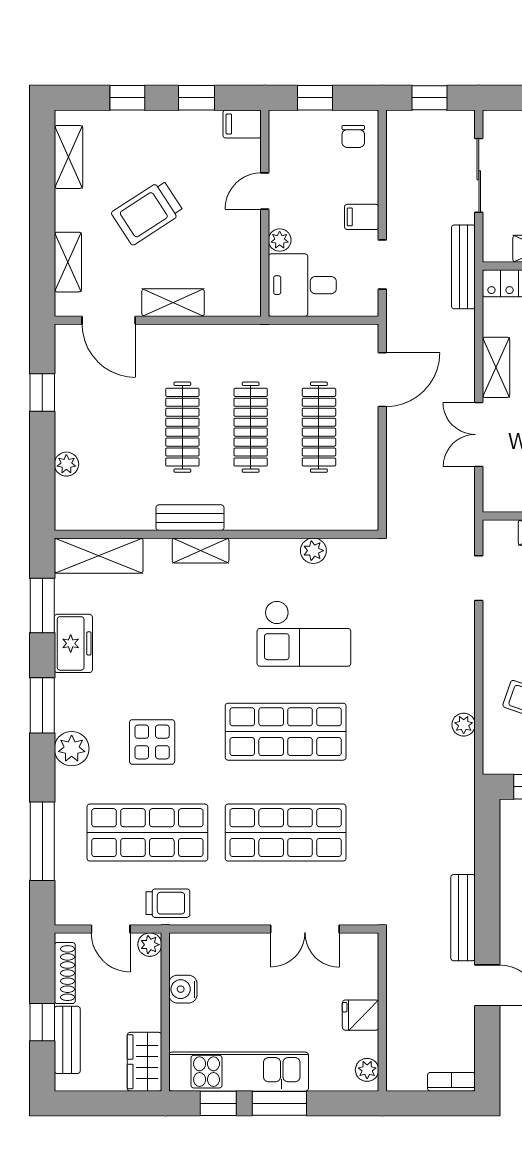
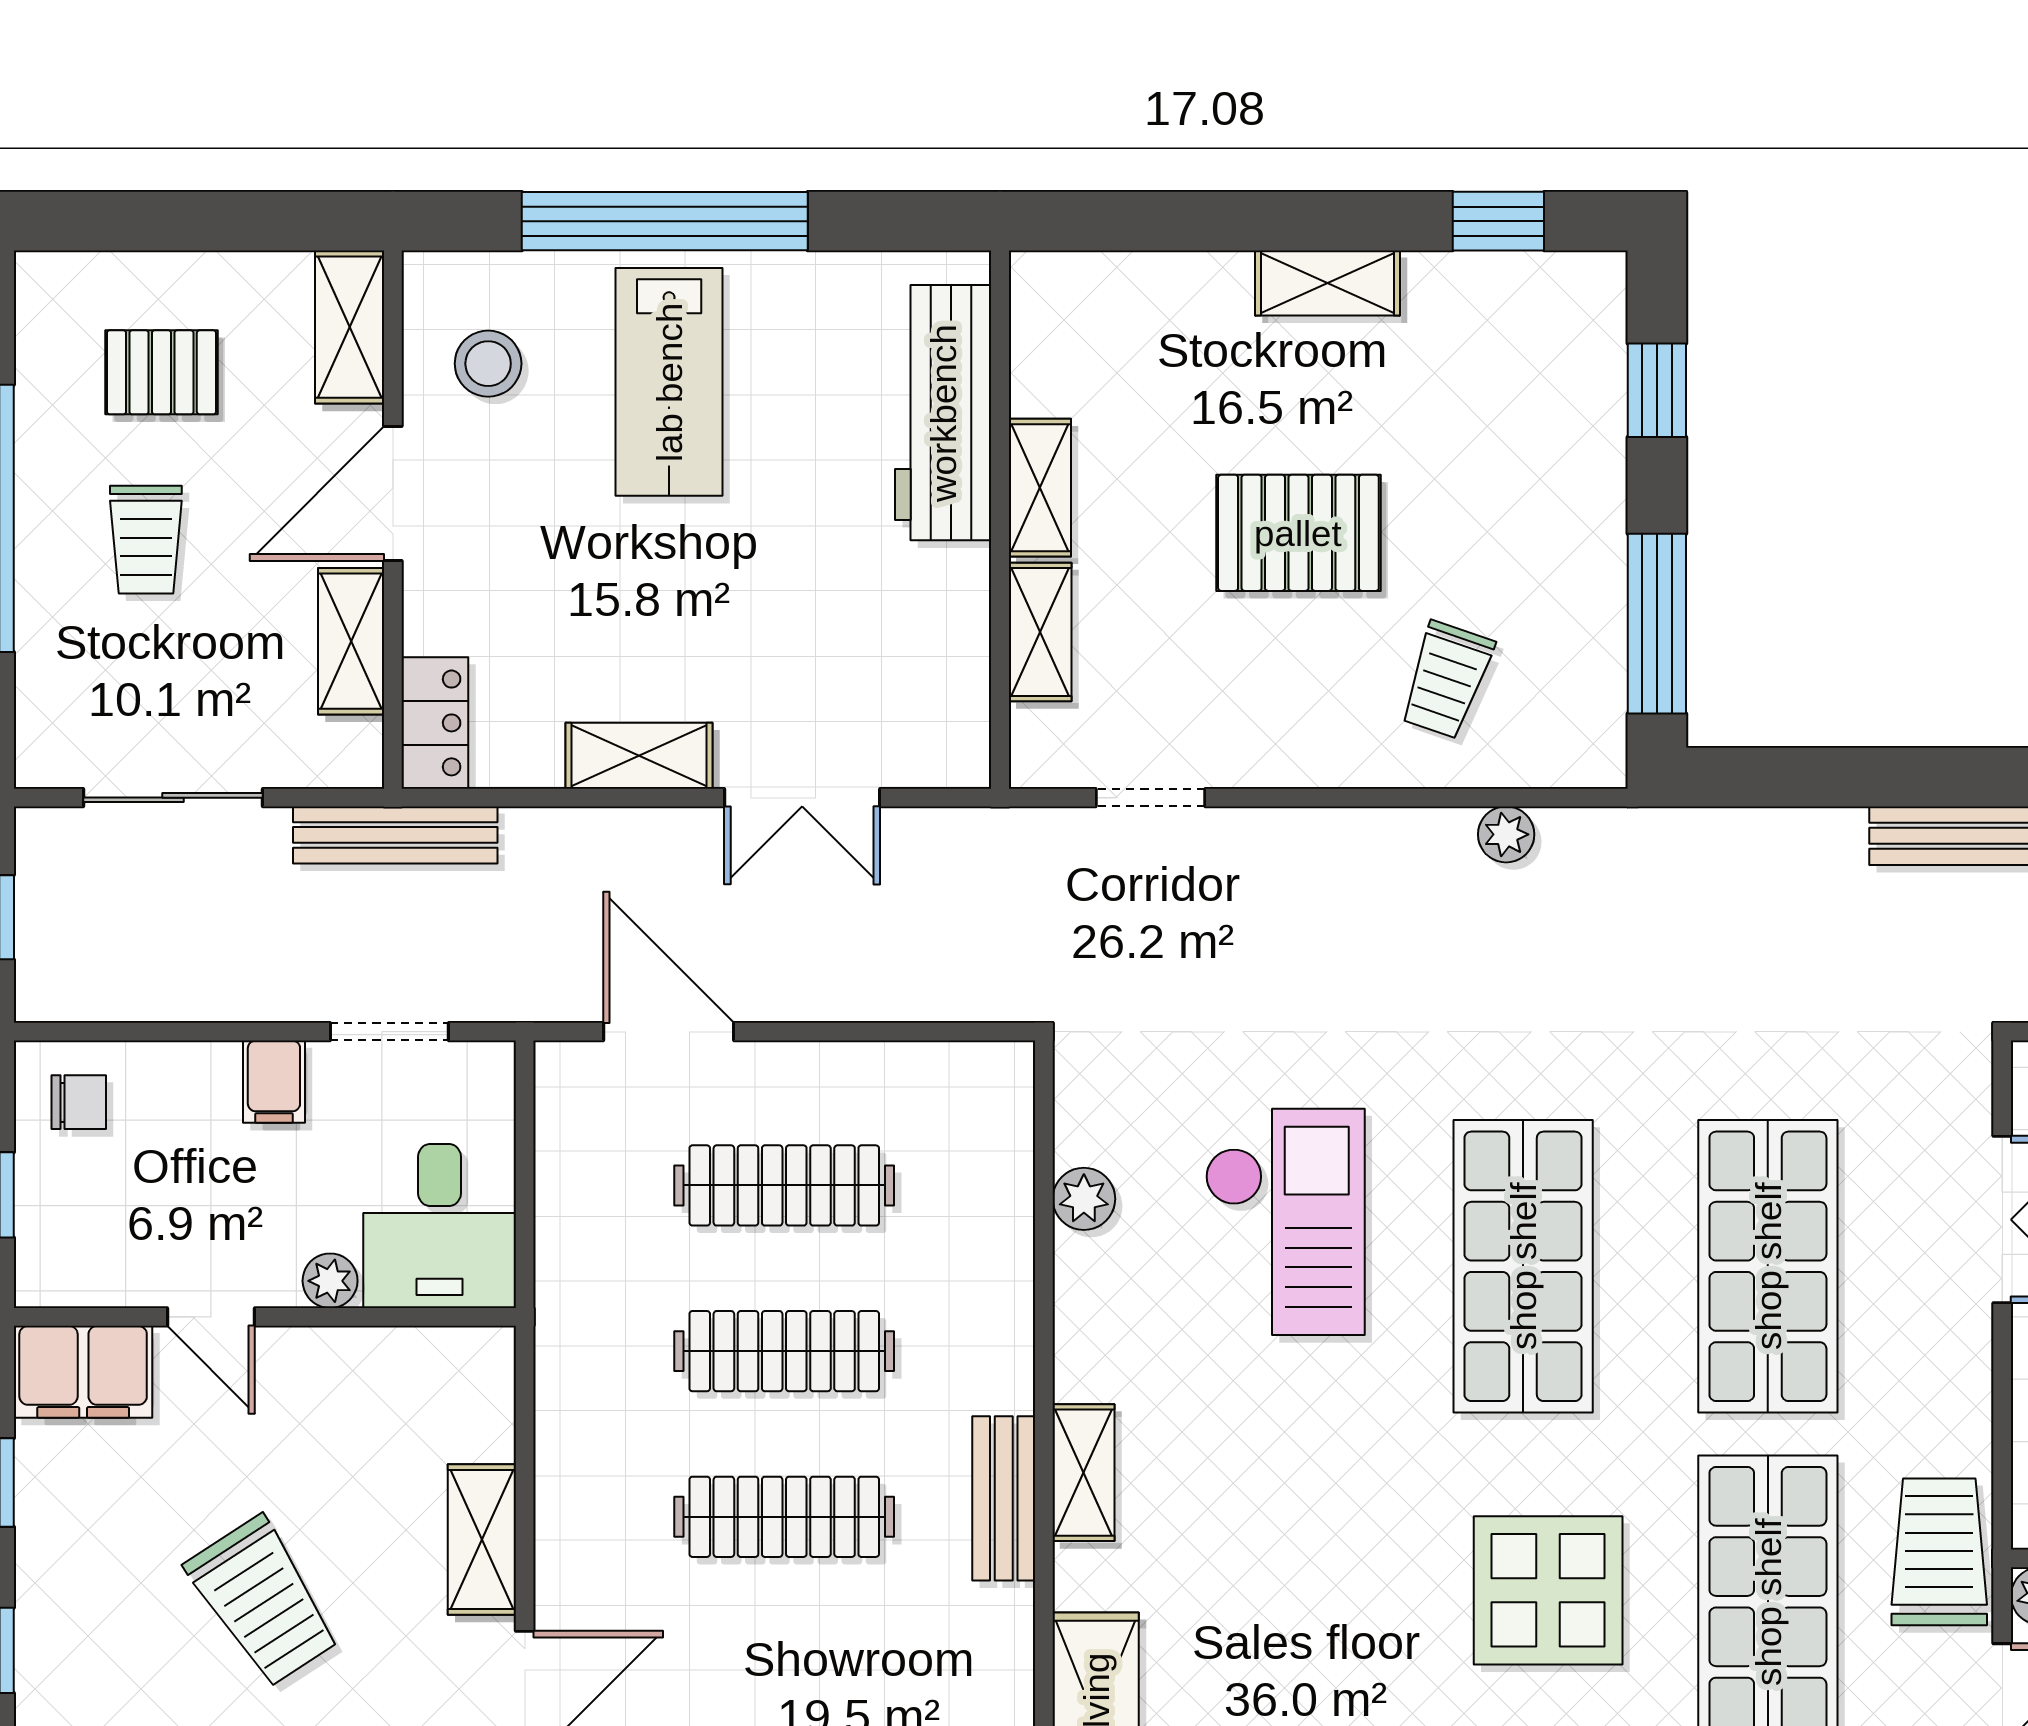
filing cabinet: (242, 124) -> (83, 1372), width x2.00
display table: (152, 742) -> (1548, 1590), width x1.36, depth x1.36
trolley: (168, 903) -> (1939, 1552), width x1.36, depth x1.39

